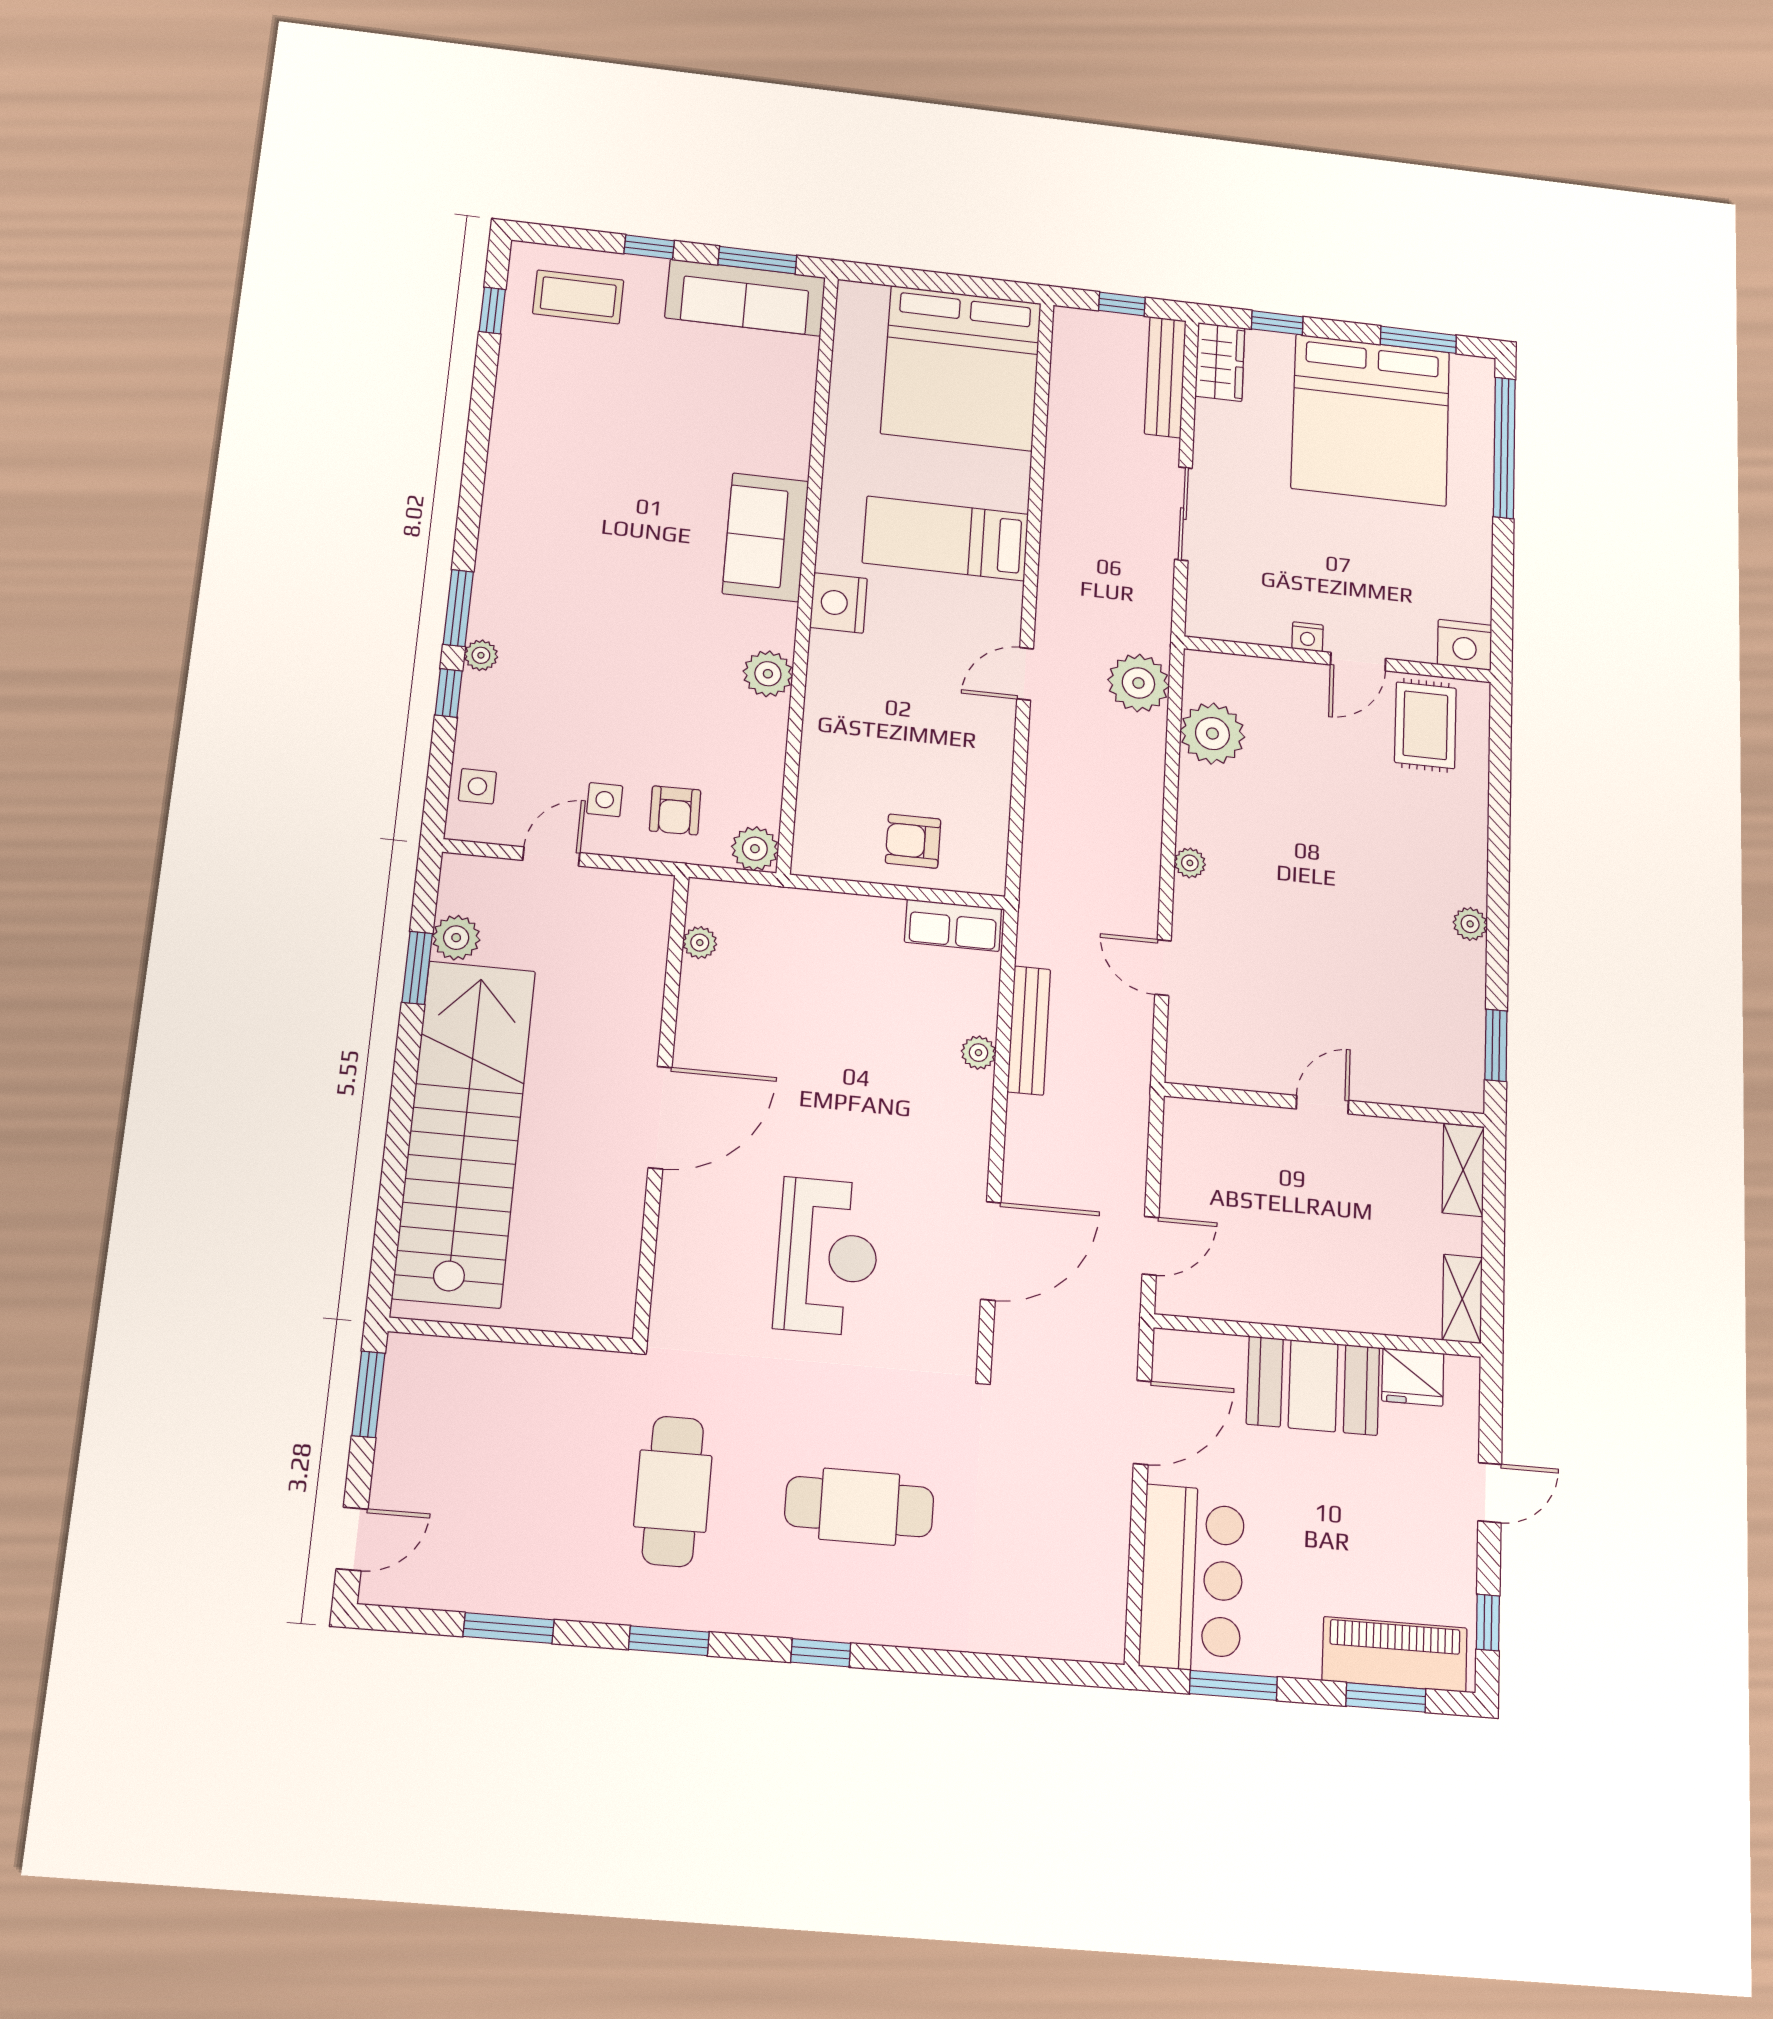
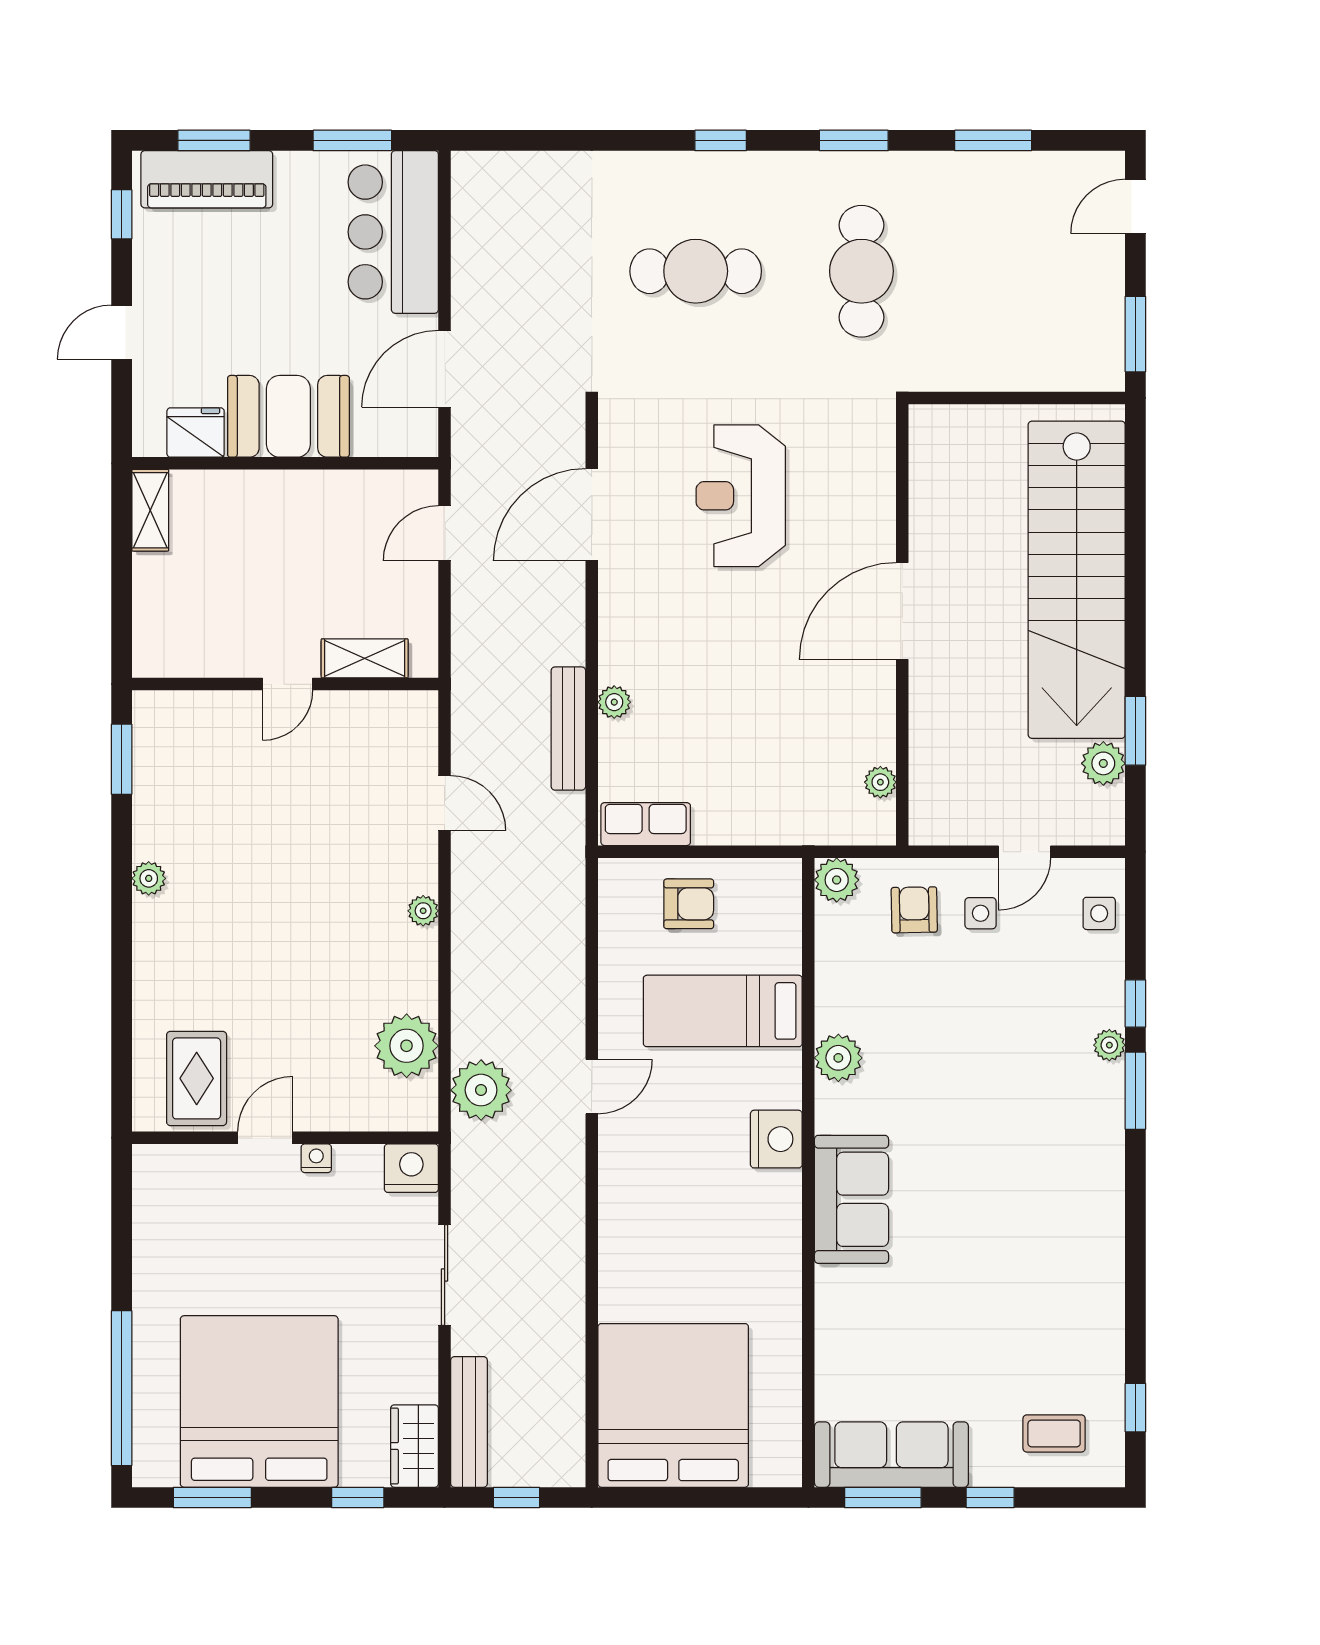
coffee table: (578, 297) -> (1054, 1433), width x0.73, depth x0.77
bed: (946, 538) -> (723, 1011), moved, turned 180
nightstand: (1465, 645) -> (411, 1168), moved
shelving: (1463, 1170) -> (365, 658), moved, turned 90

